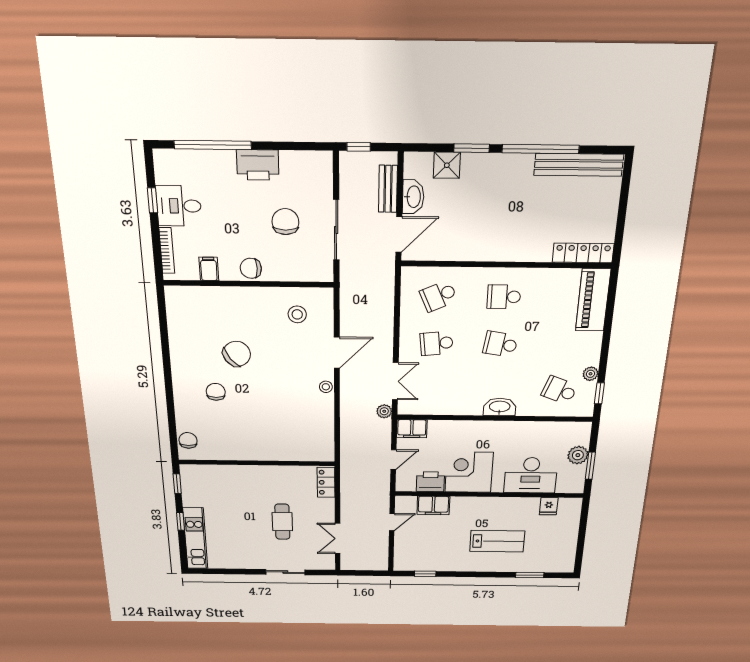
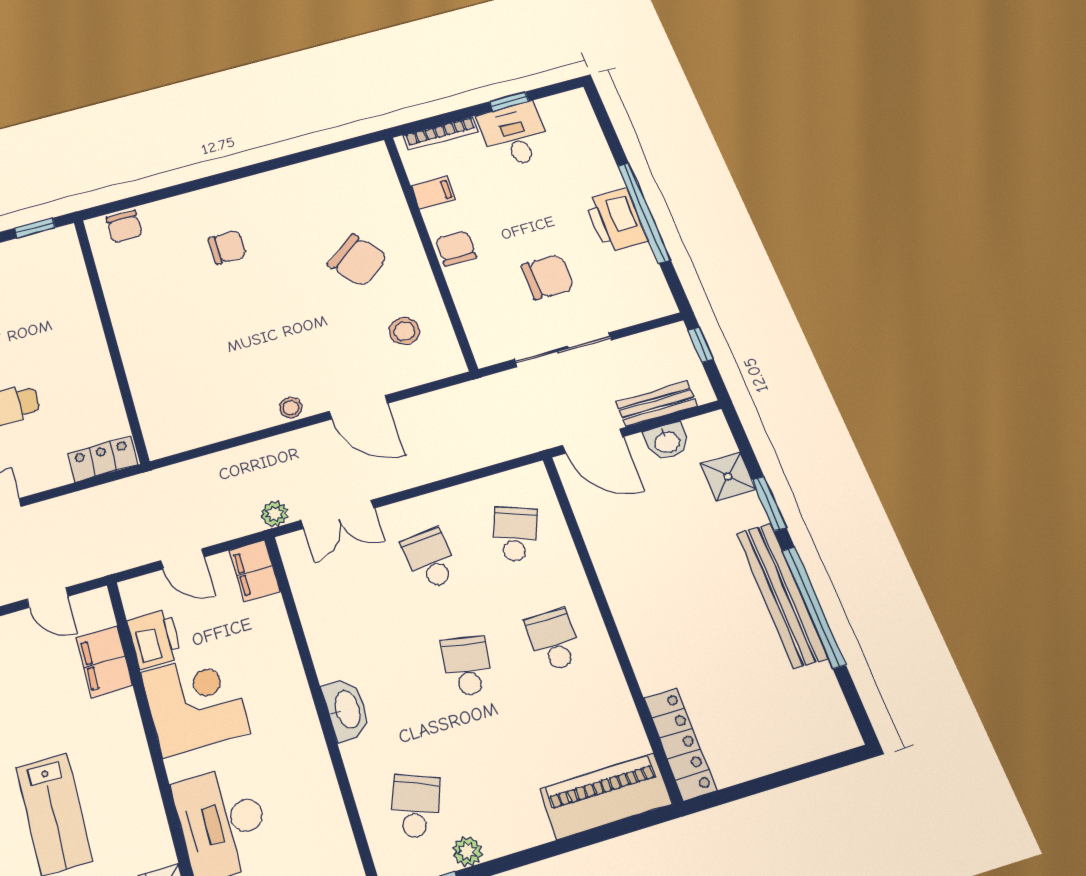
window: (213, 145) -> (644, 212), moved
bench: (579, 165) -> (782, 595), moved
washbasin: (413, 197) -> (667, 441), width x0.72
school desk: (439, 296) -> (515, 534), turned 45
chair: (237, 354) -> (358, 260), moved
chair: (188, 440) -> (124, 227), turned 90

